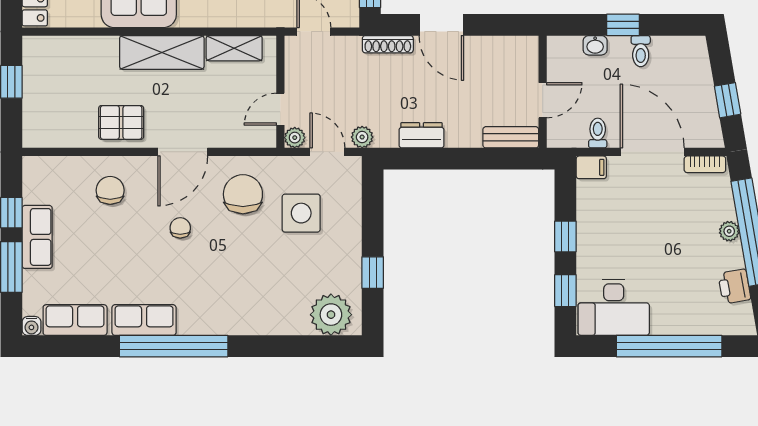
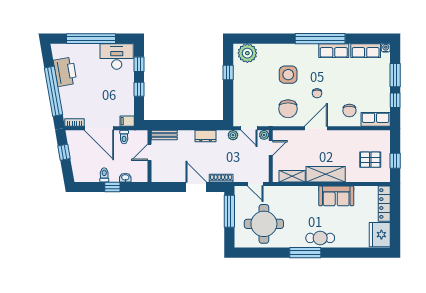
pallet: (121, 122) -> (370, 160), moved
side table: (301, 213) -> (288, 75), moved
plant: (729, 231) -> (63, 92), removed
row of seats: (37, 237) -> (376, 119), moved, turned 90
printer: (734, 286) -> (65, 72), width x1.87, depth x1.48

